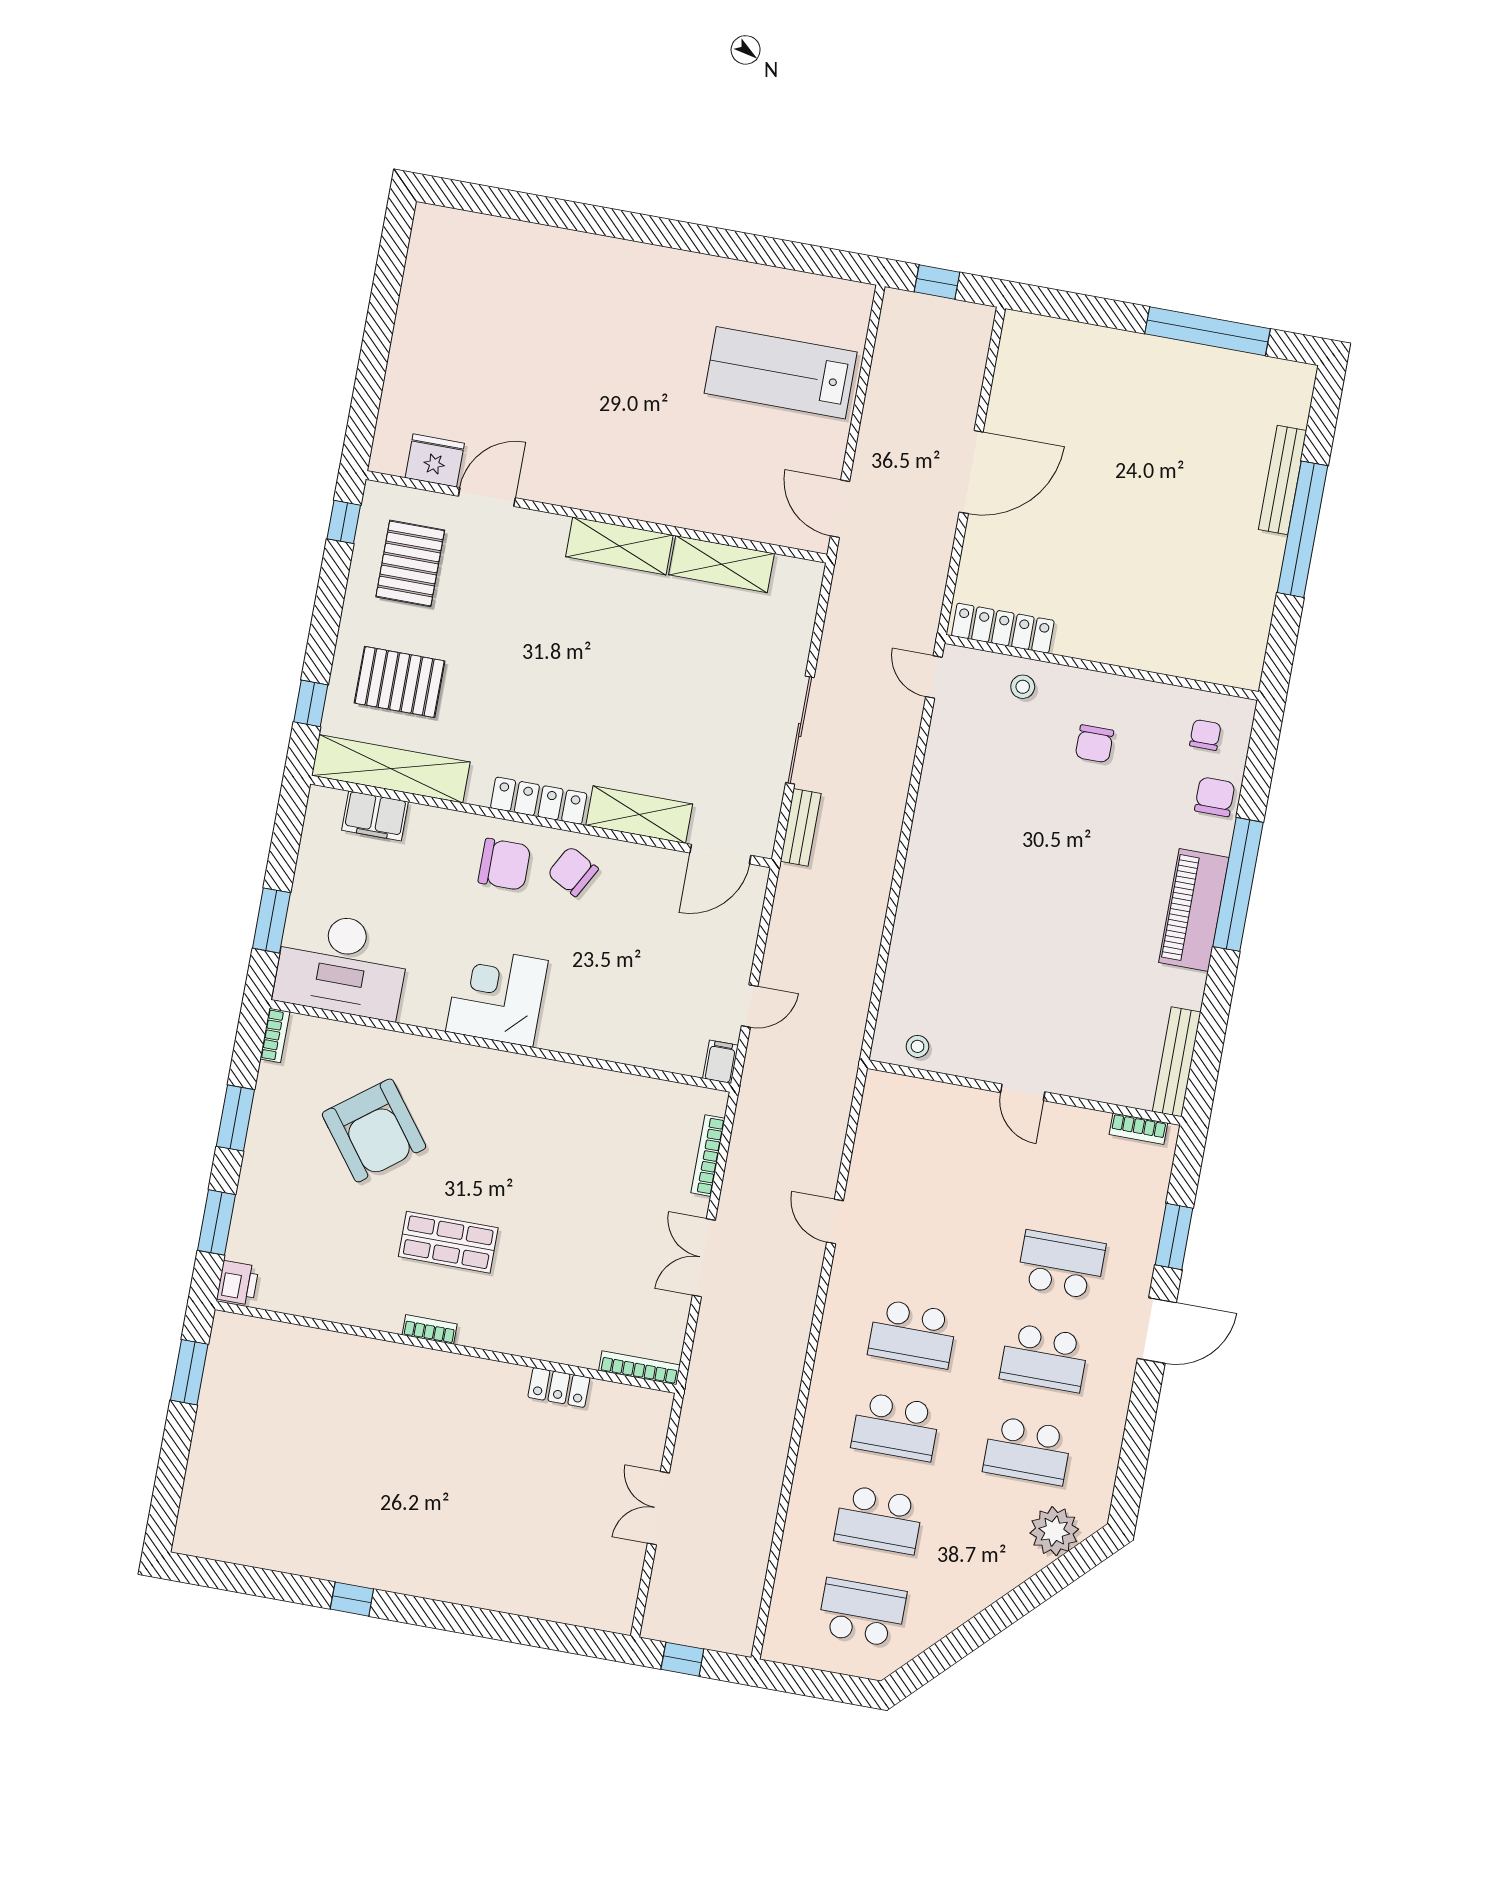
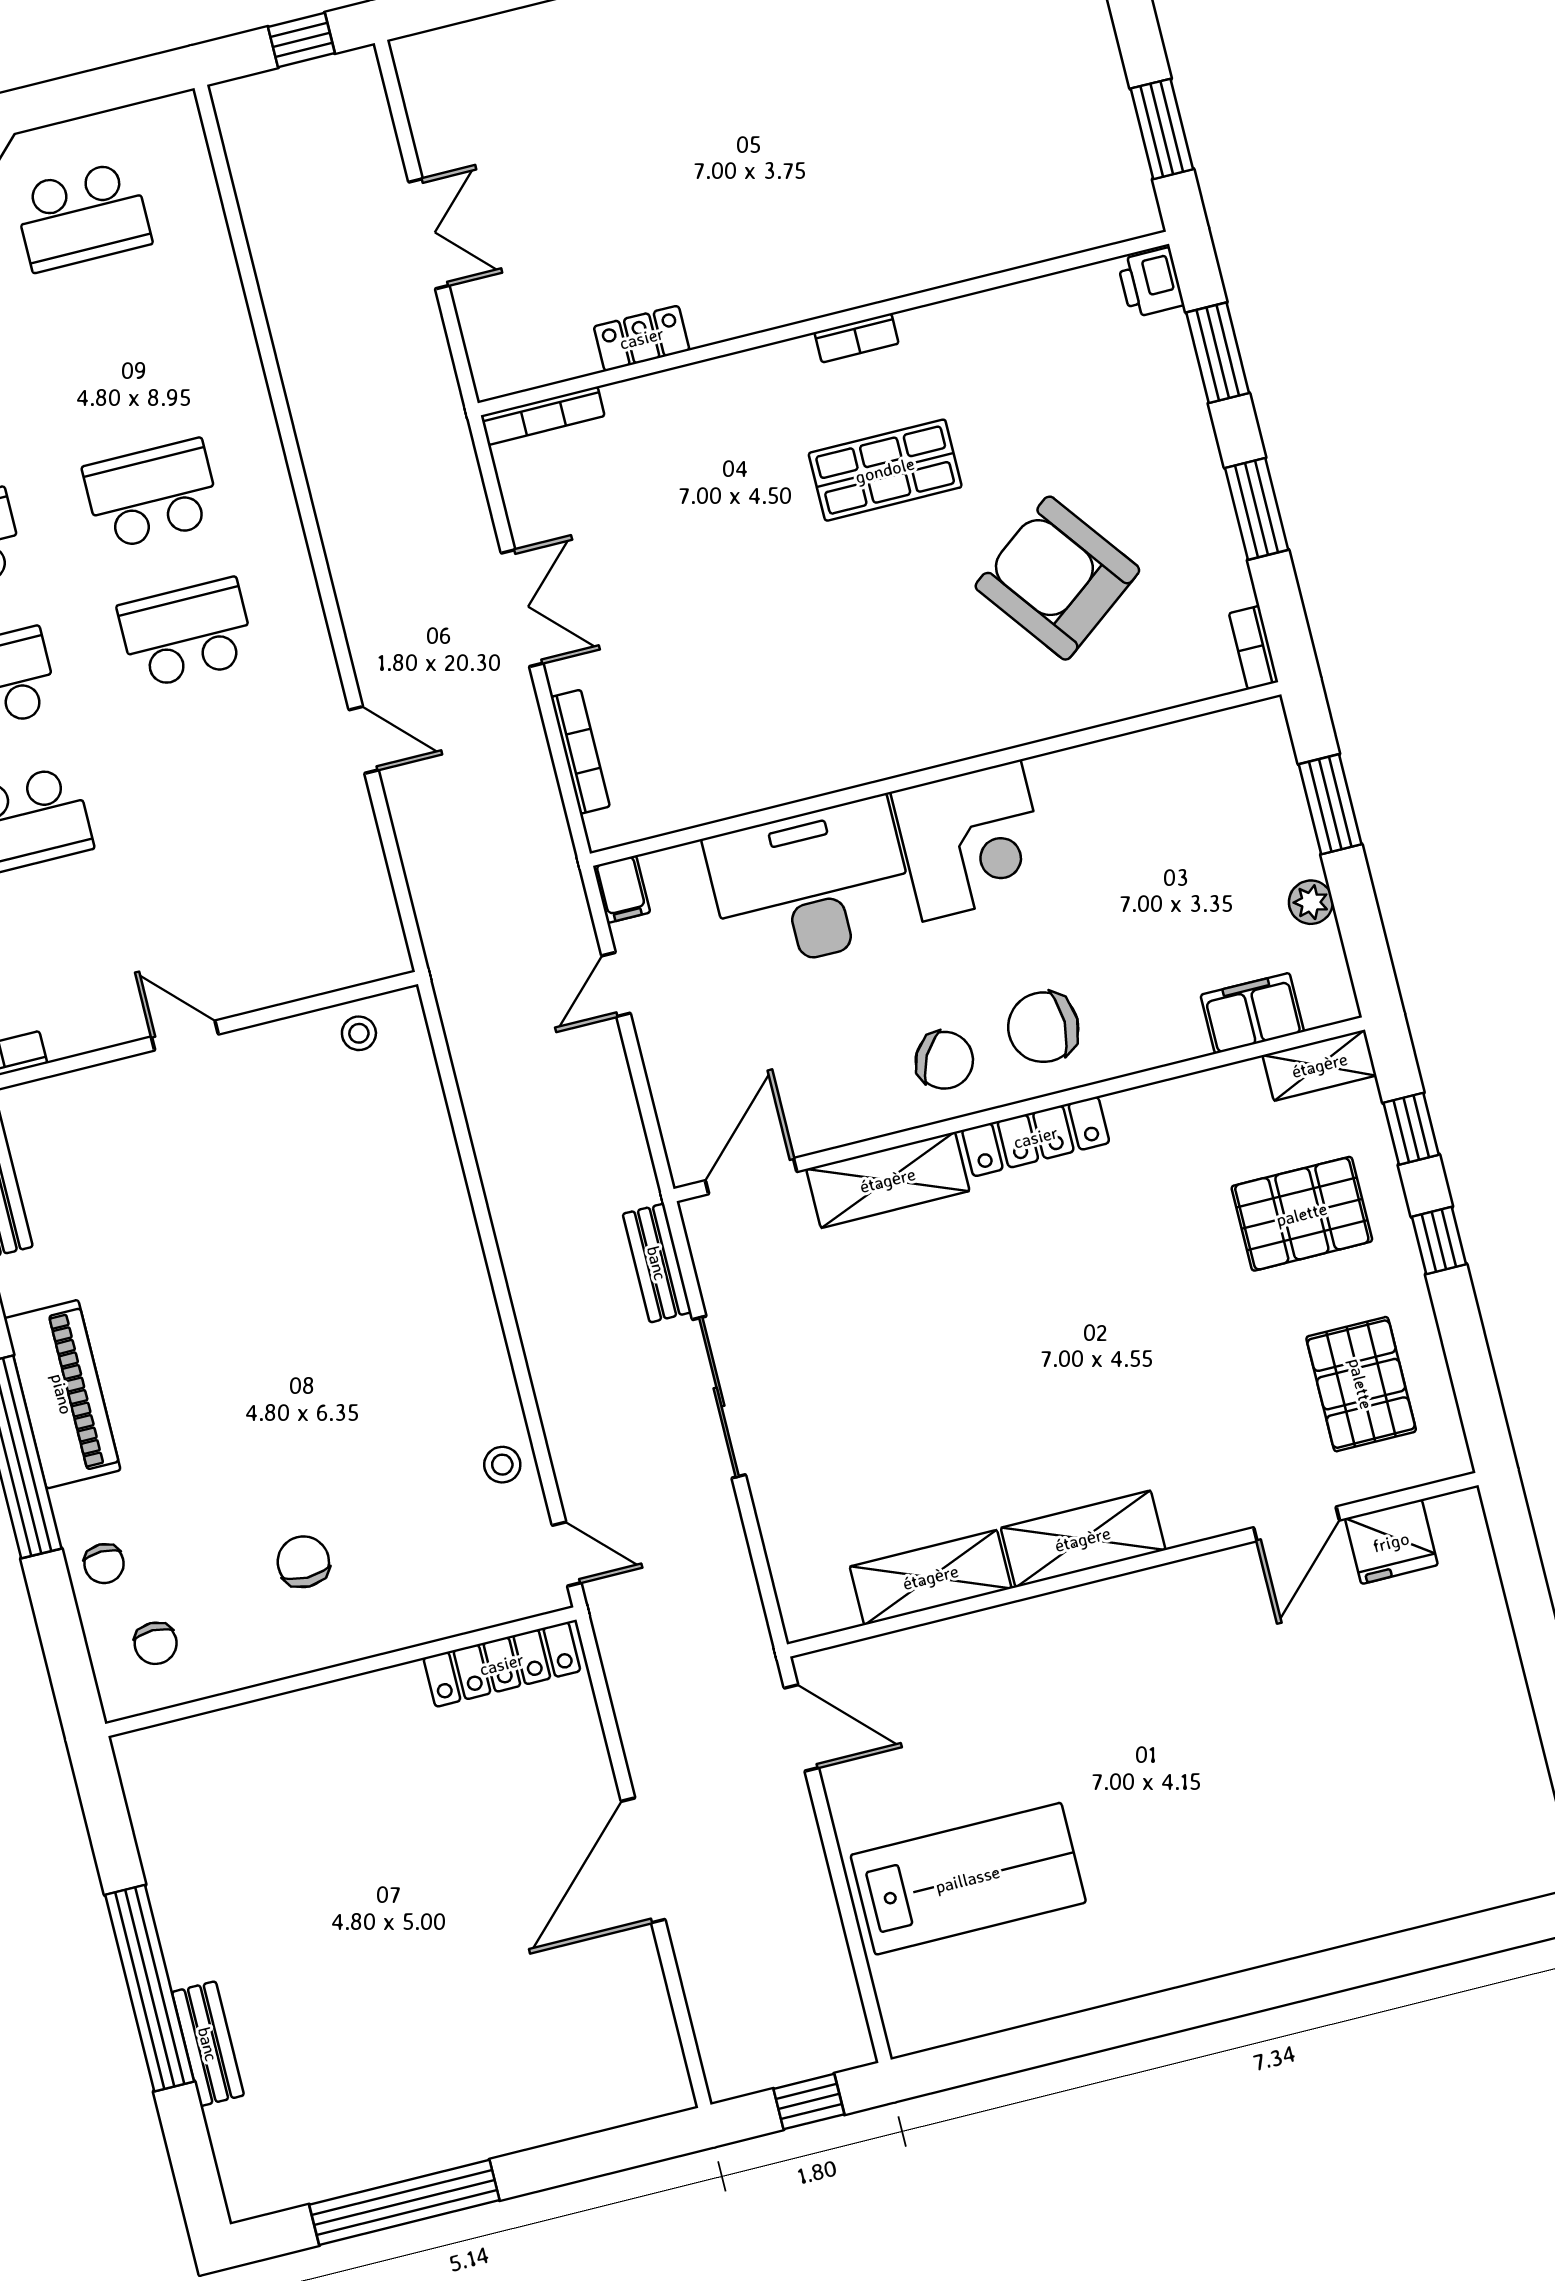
bench: (1282, 480) -> (208, 2044), width x0.73
window: (344, 522) -> (1439, 1240), moved
stool: (1023, 687) -> (502, 1465), moved
shelving: (391, 769) -> (1320, 1065), width x0.45, depth x0.75
chair: (1215, 797) -> (104, 1564), width x0.73, depth x0.73
plant: (310, 867) -> (1311, 902), added
desk: (342, 965) -> (811, 885), moved
school desk: (879, 1520) -> (117, 355), removed

